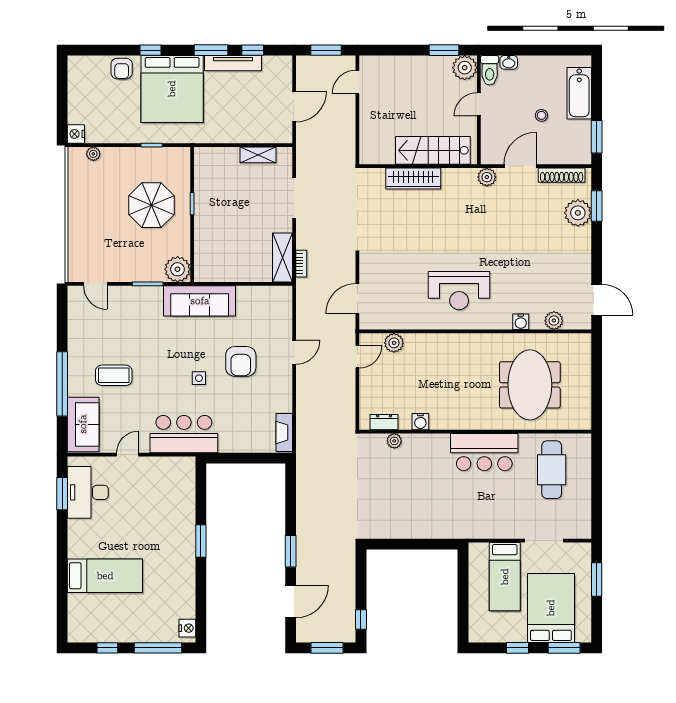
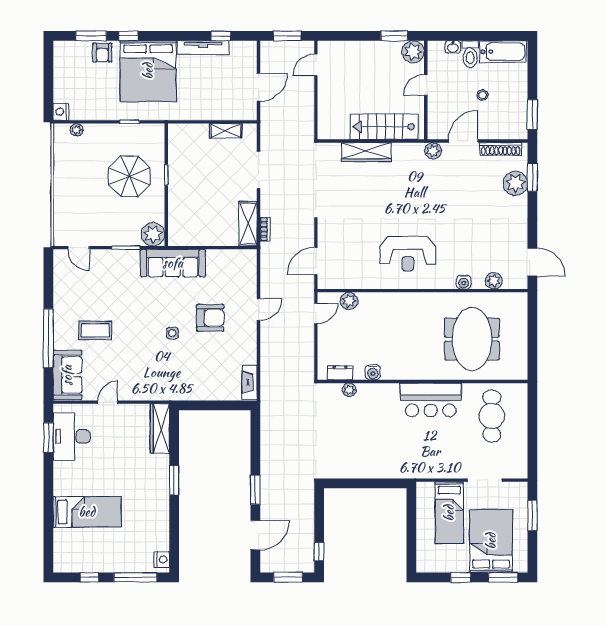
window: (211, 50) -> (91, 36), moved
toilet: (490, 70) -> (470, 54), moved
bathtub: (579, 93) -> (503, 52), moved, turned -90
armchair: (241, 361) -> (210, 318), turned -90
bar counter: (184, 434) -> (159, 384), removed
wardrobe: (185, 484) -> (160, 429), added

